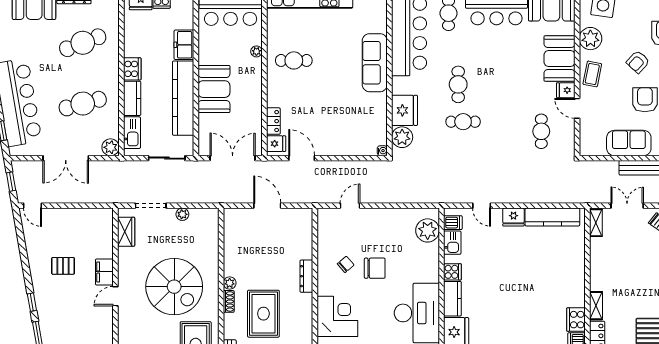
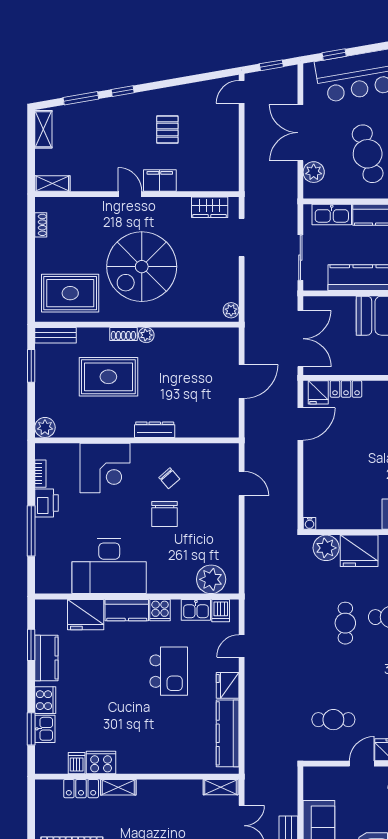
plant: (111, 147) -> (314, 172), moved
plant: (182, 214) -> (231, 310), moved
kitchen island: (502, 265) -> (169, 671), added

